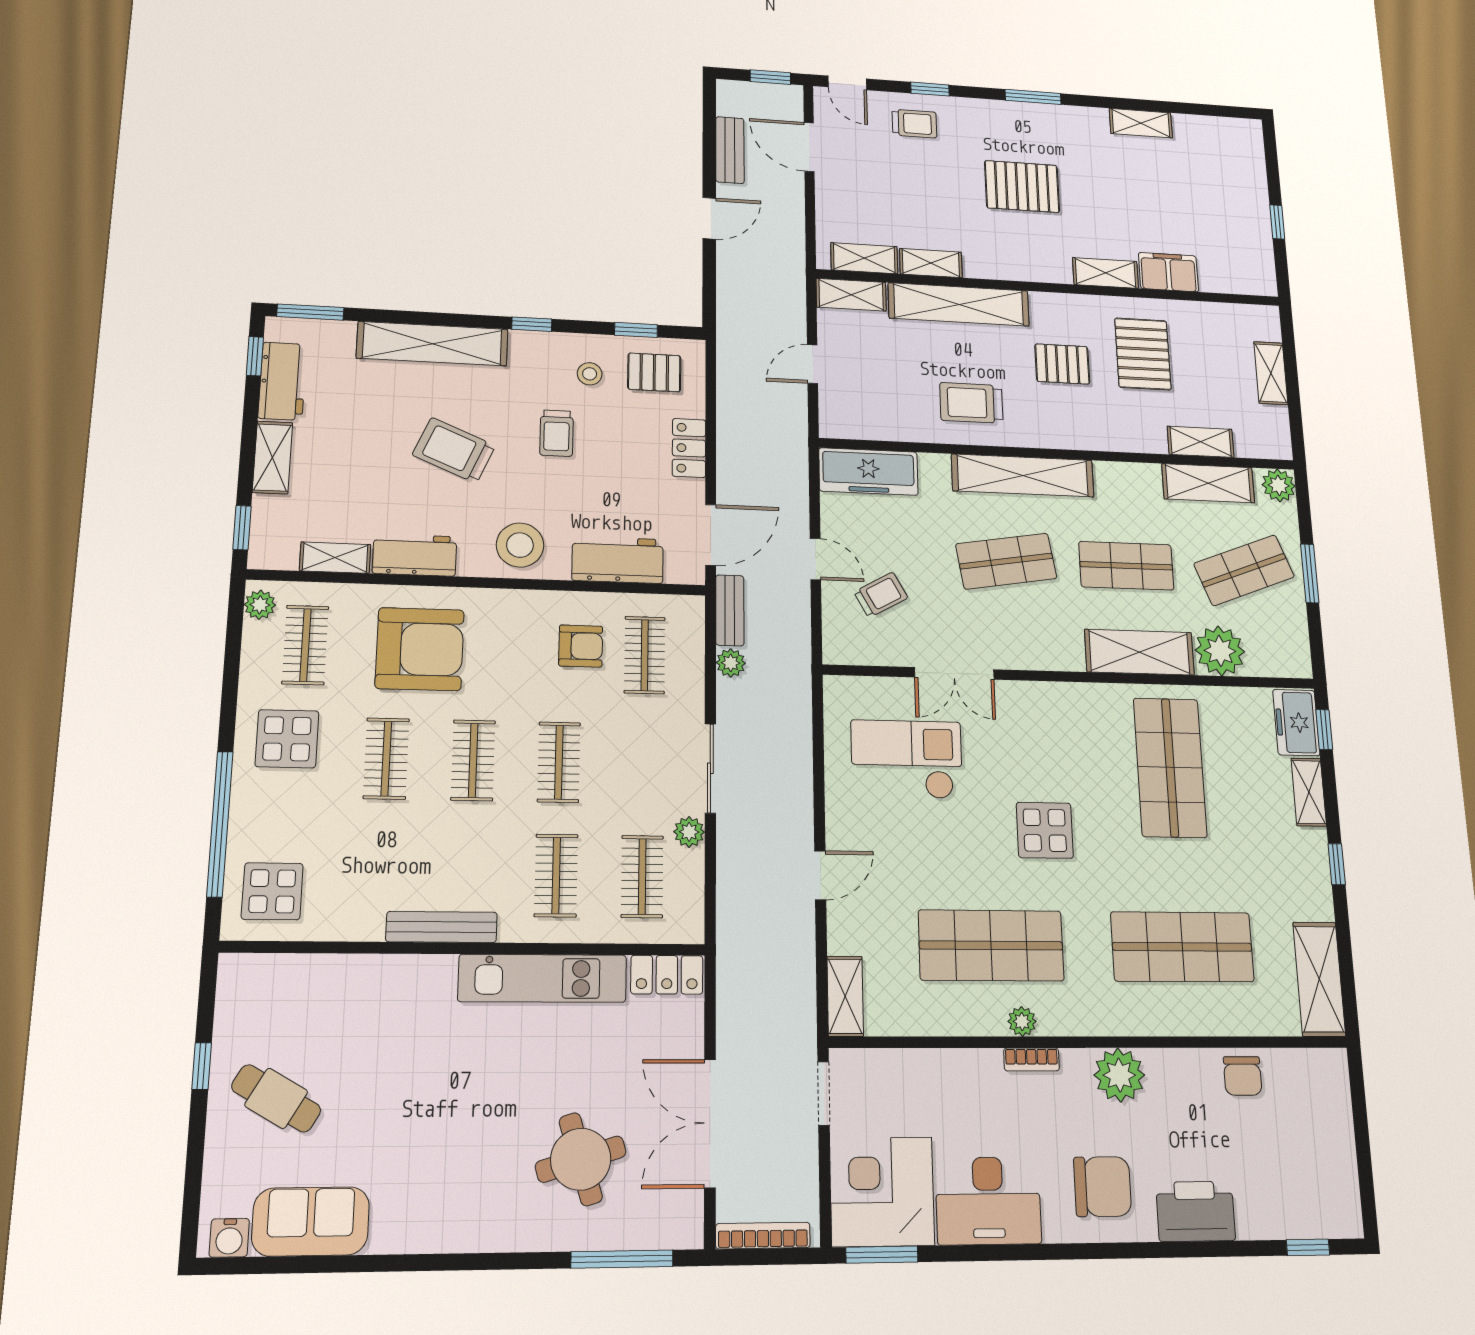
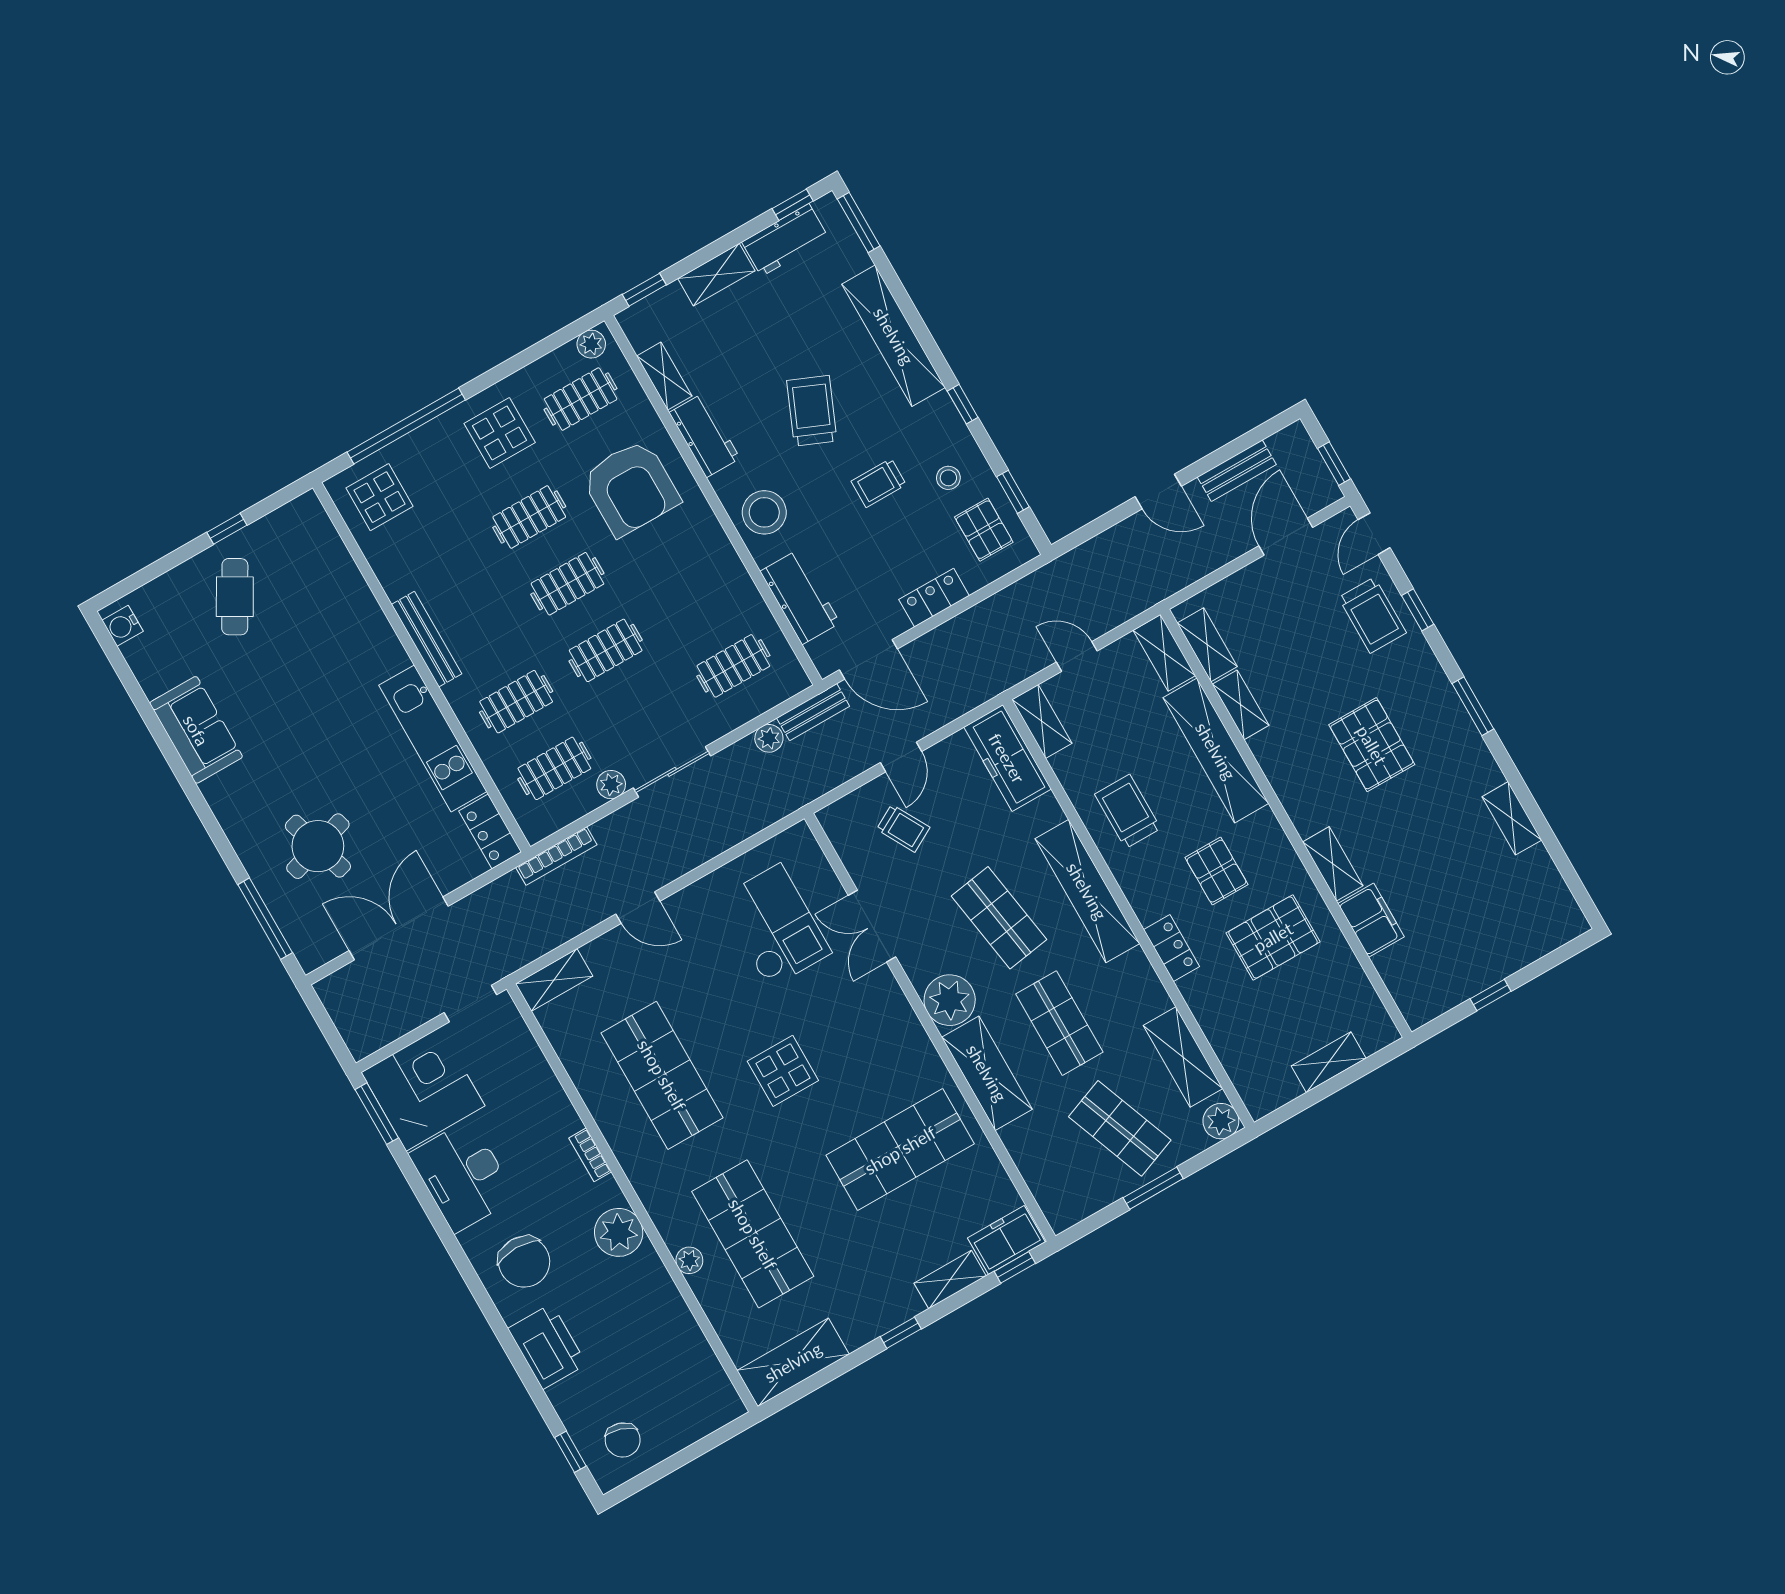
trolley: (914, 124) -> (1372, 615), width x1.36, depth x1.39
locker: (1109, 437) -> (1172, 948), added
shelving: (1201, 442) -> (1042, 721), moved
armchair: (581, 646) -> (710, 611), removed
plant: (1220, 651) -> (950, 1000), moved
plant: (1022, 1021) -> (689, 1260), moved
chair: (1243, 1076) -> (623, 1440), moved, turned -72
sofa: (311, 1221) -> (196, 730), moved
bookcase: (763, 1236) -> (556, 856), moved, turned 90

